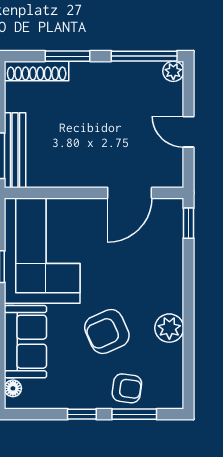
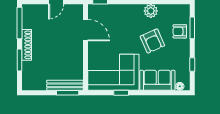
shoe rack: (37, 71) -> (27, 45), moved
plant: (173, 71) -> (27, 9), removed
armchair: (127, 388) -> (180, 31), turned -98
window: (82, 414) -> (192, 64), moved

